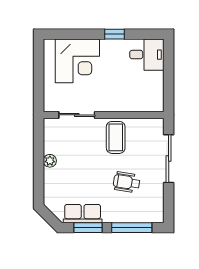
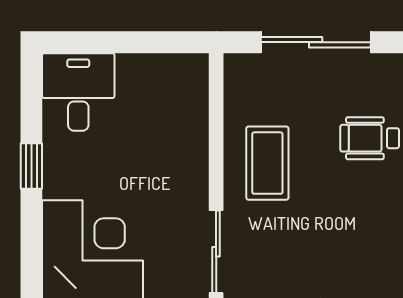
coffee table: (116, 137) -> (267, 163), turned 90
wheelchair: (127, 182) -> (370, 138), turned 81

